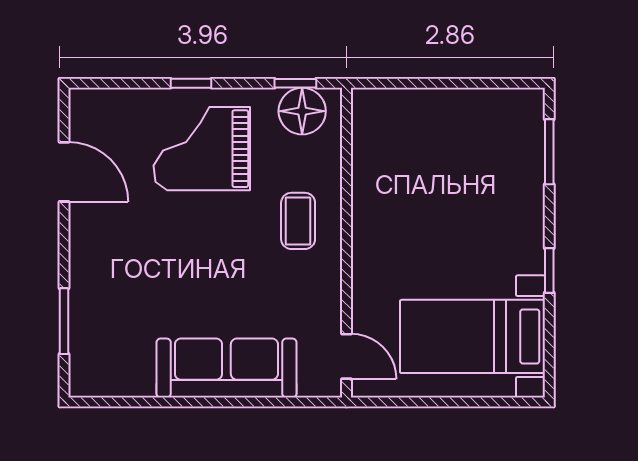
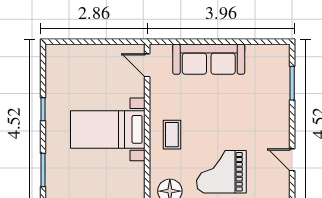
grand piano: (202, 149) -> (221, 172), turned 180
door: (64, 172) -> (292, 160), width x0.73
bed with nightstands: (473, 336) -> (108, 129), moved, turned 180

